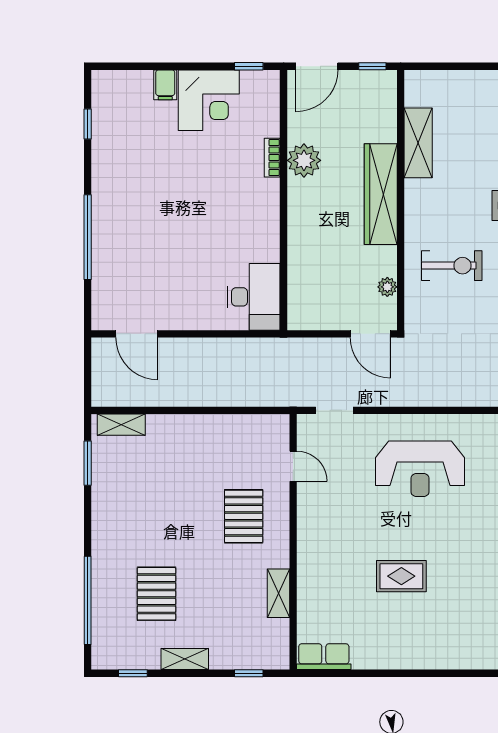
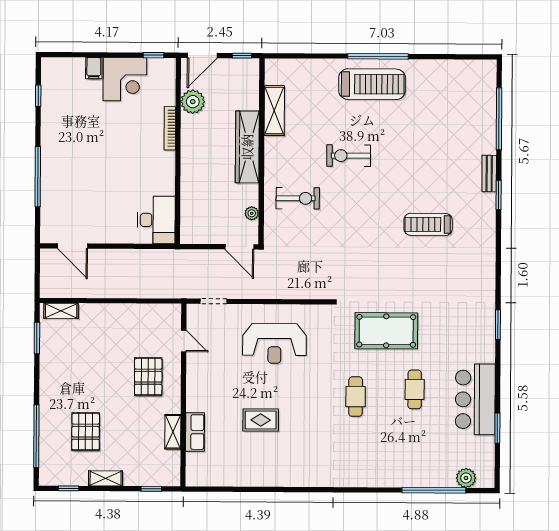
bookcase: (272, 158) -> (170, 128), width x1.56
plant: (304, 160) -> (193, 102), moved
row of seats: (324, 657) -> (195, 432), moved, turned 90

